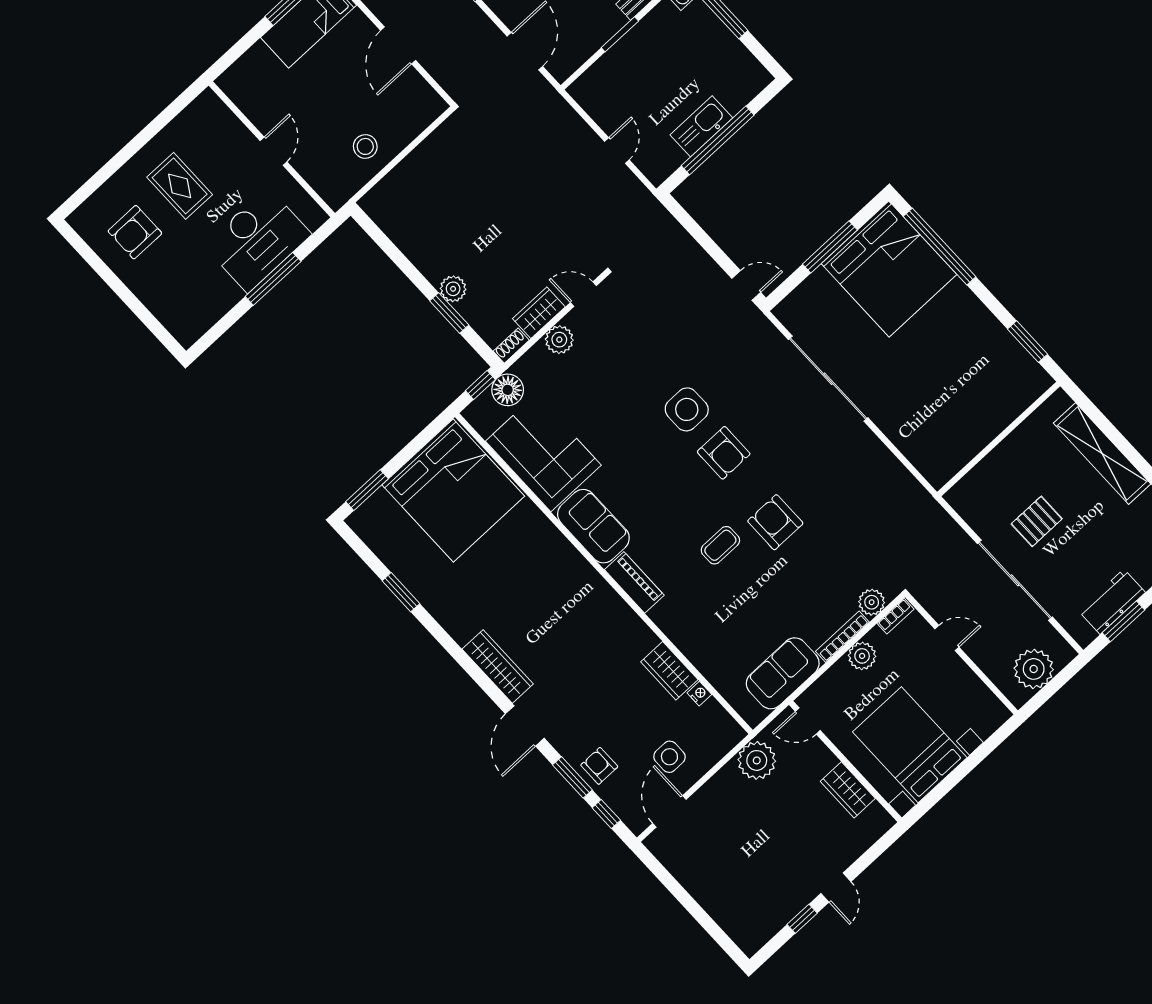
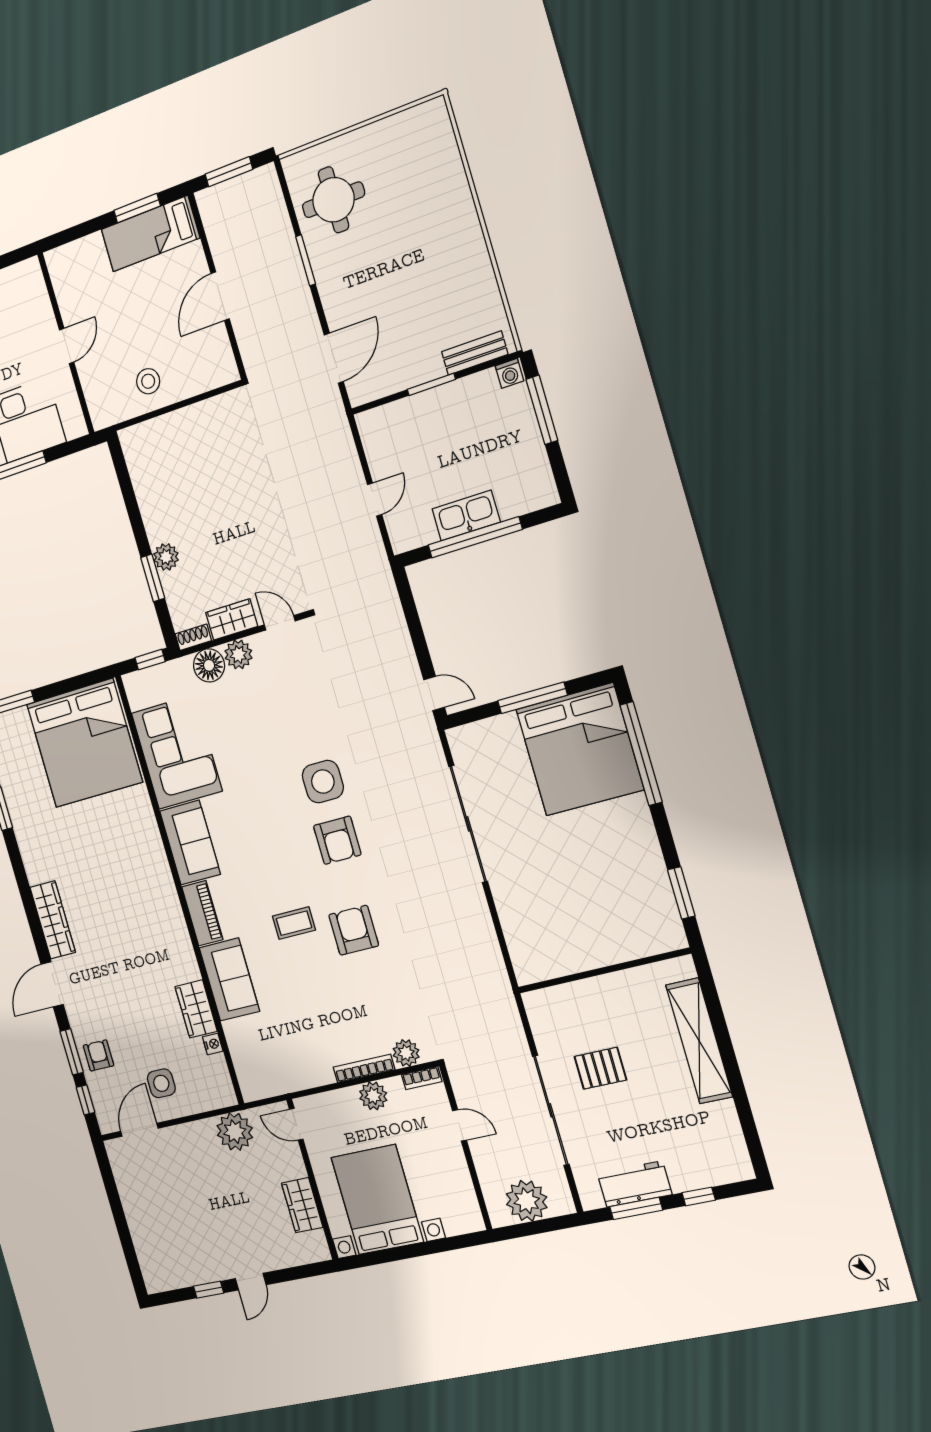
floor lamp: (508, 390) -> (209, 665), moved
sofa: (783, 673) -> (229, 979), moved, turned 90

